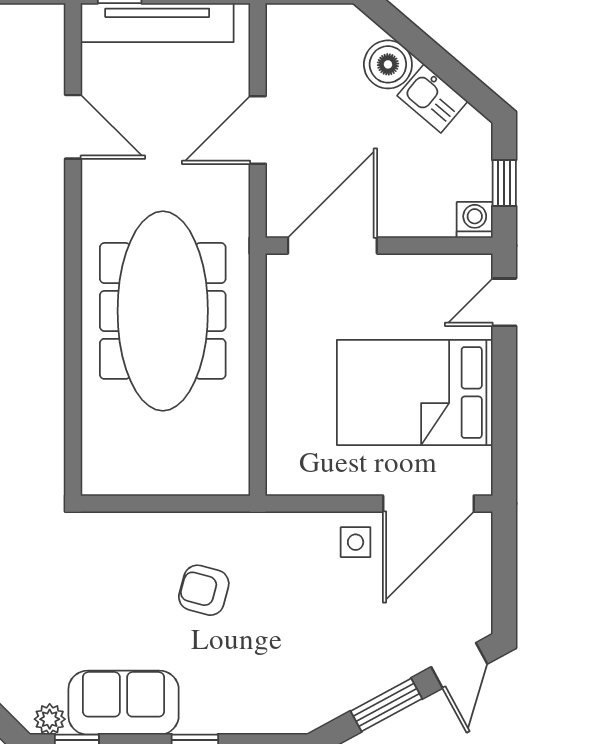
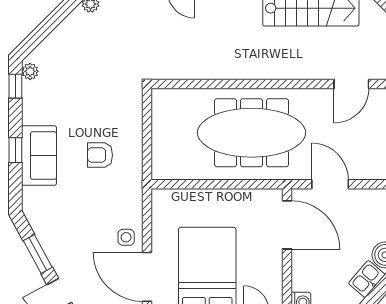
door: (258, 130) -> (330, 184), moved
armchair: (204, 590) -> (100, 155), turned -105
sofa: (124, 703) -> (39, 156), moved

